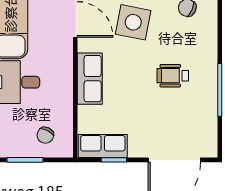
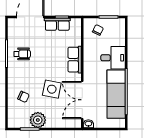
wheelchair: (173, 76) -> (22, 54), moved
row of seats: (103, 146) -> (57, 24), moved

